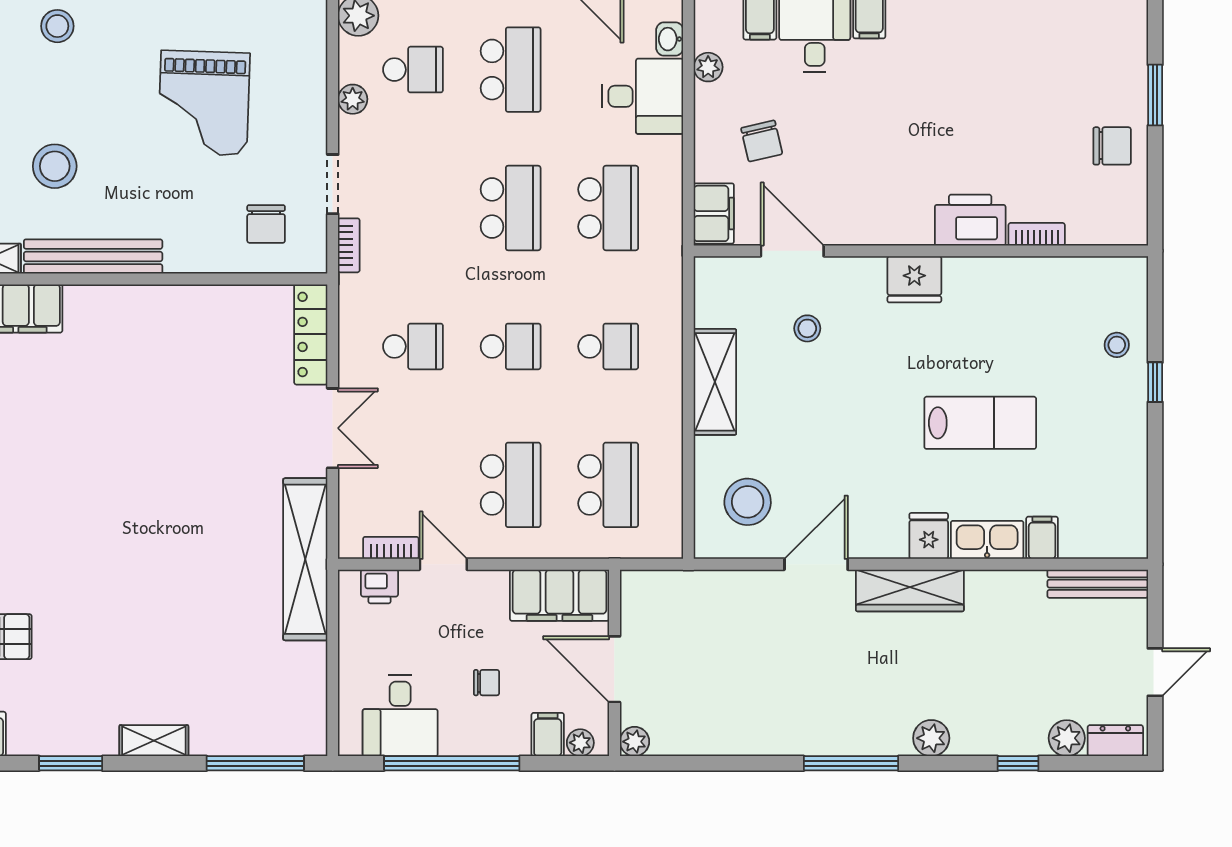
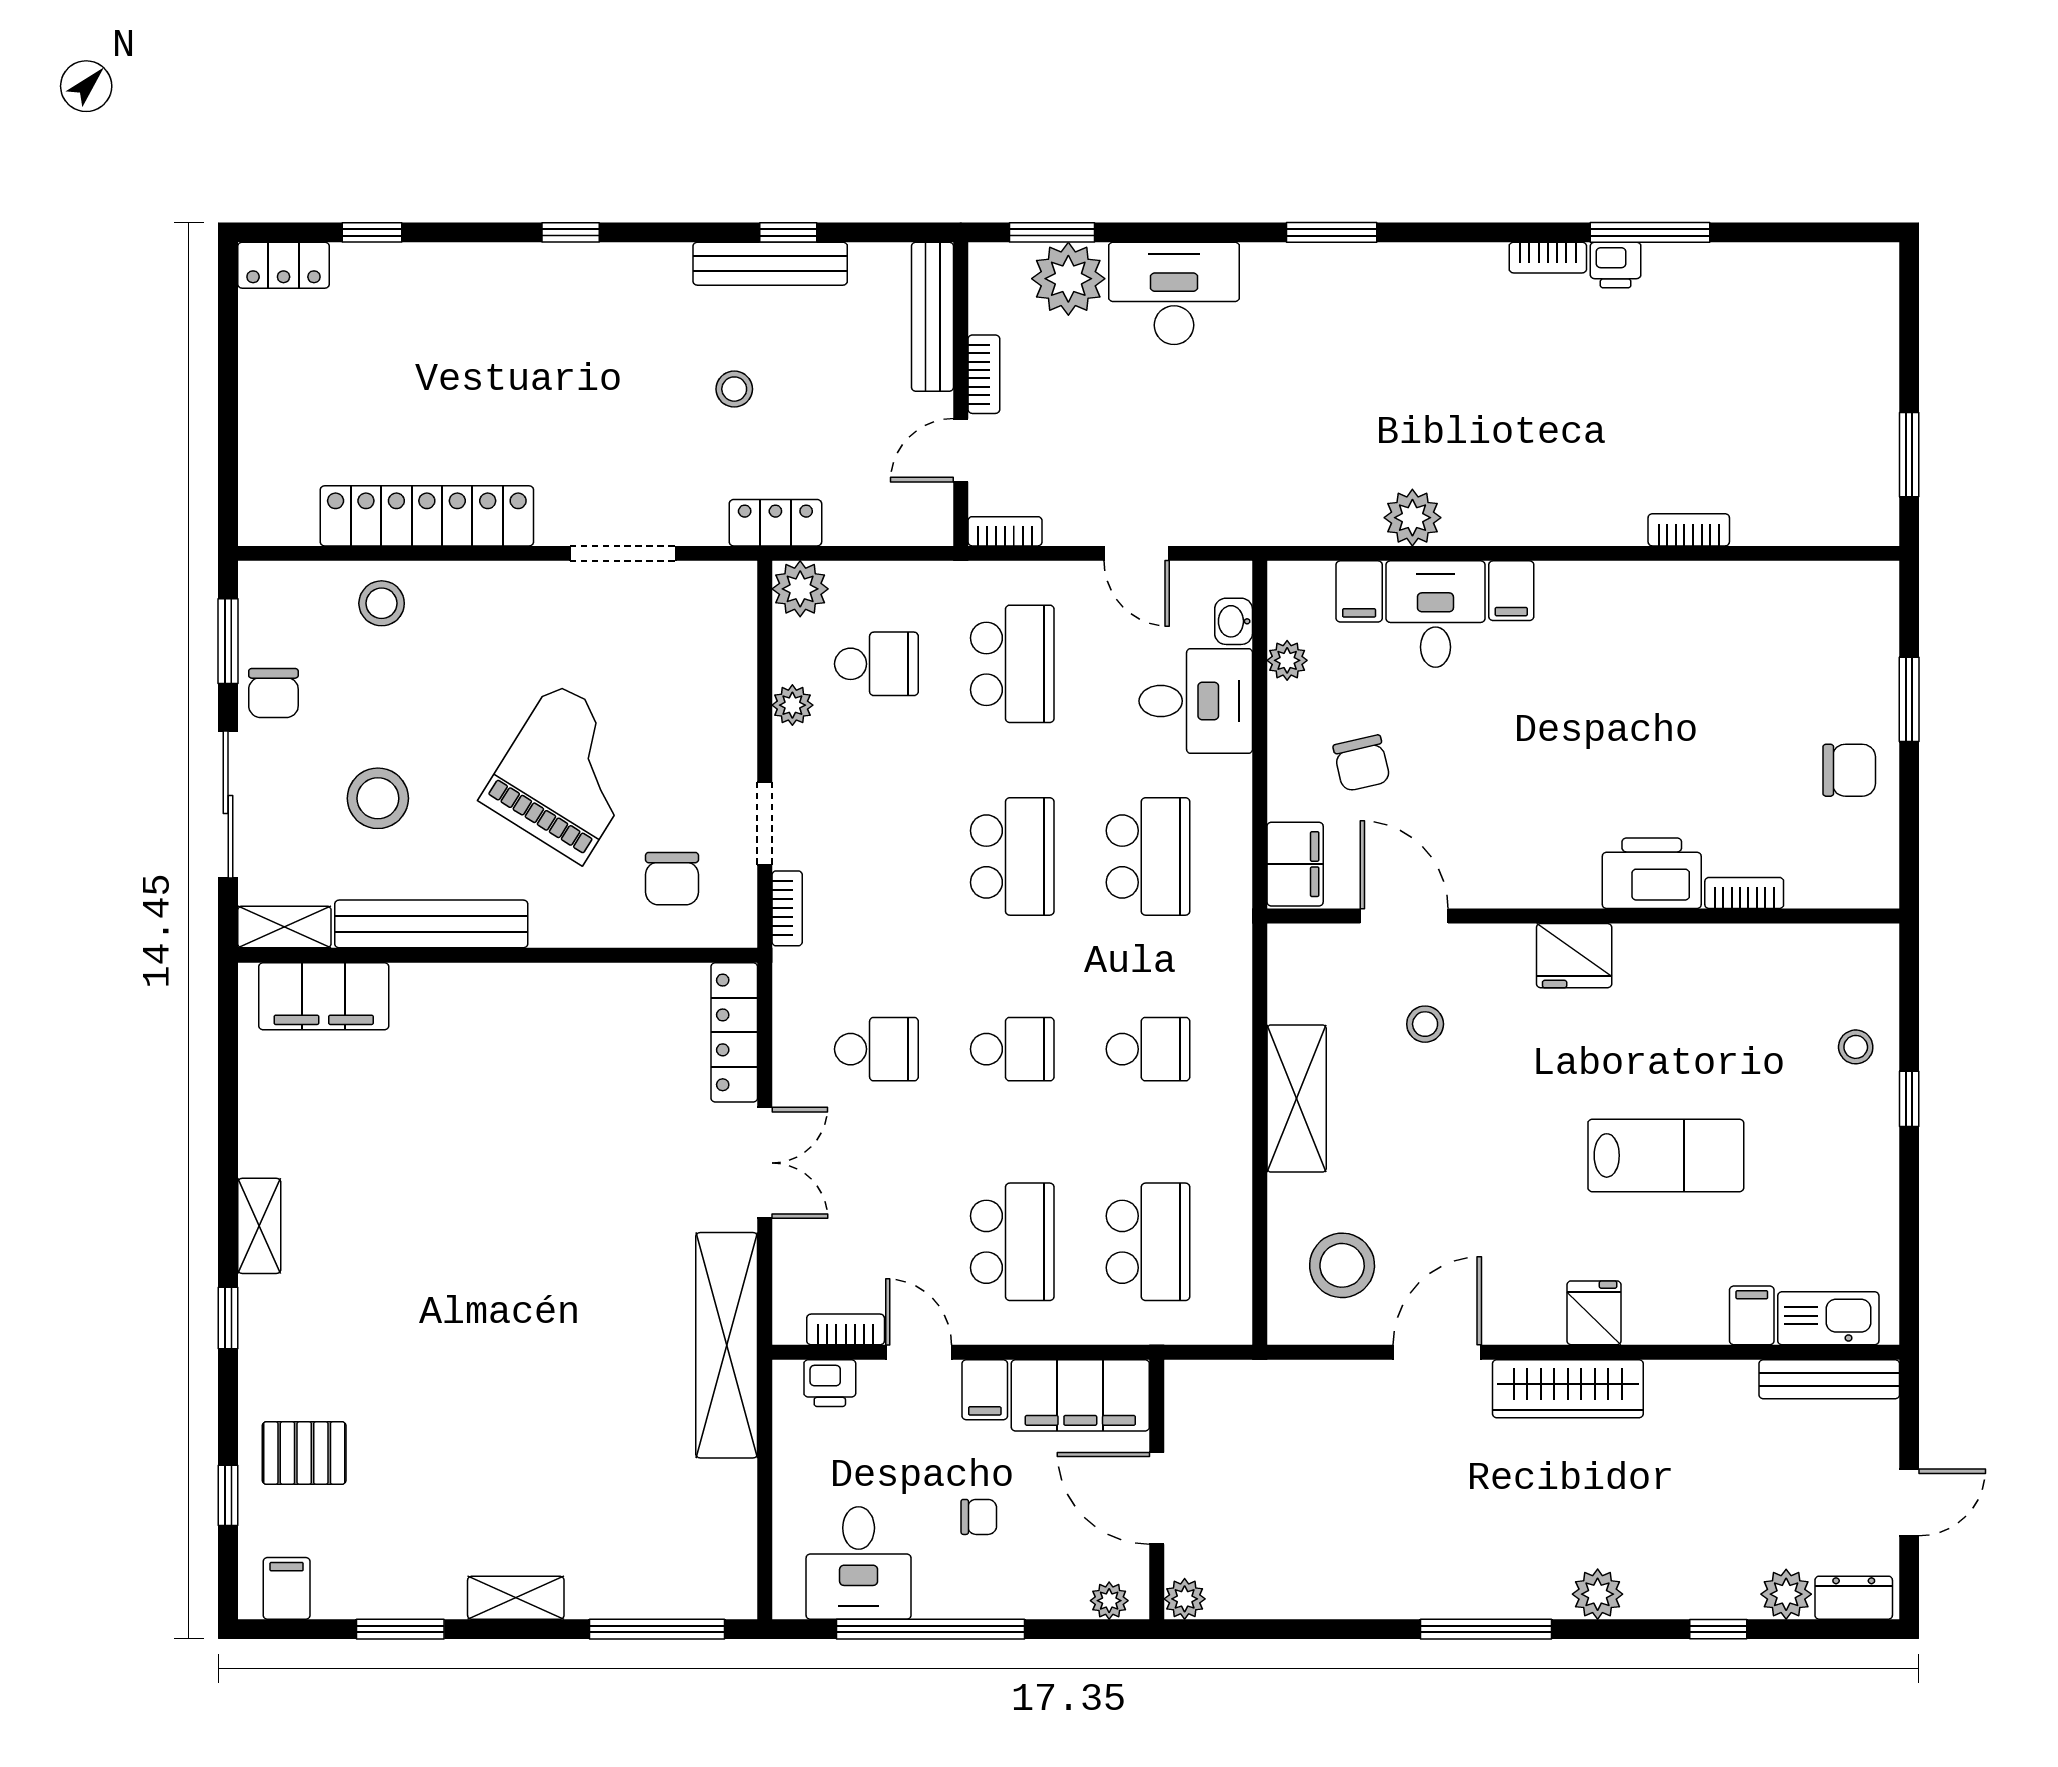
grand piano: (204, 103) -> (568, 773), moved, turned -150
kitchen sink: (987, 540) -> (1828, 1318), moved
filing cabinet: (548, 735) -> (985, 1390), moved, turned 180

